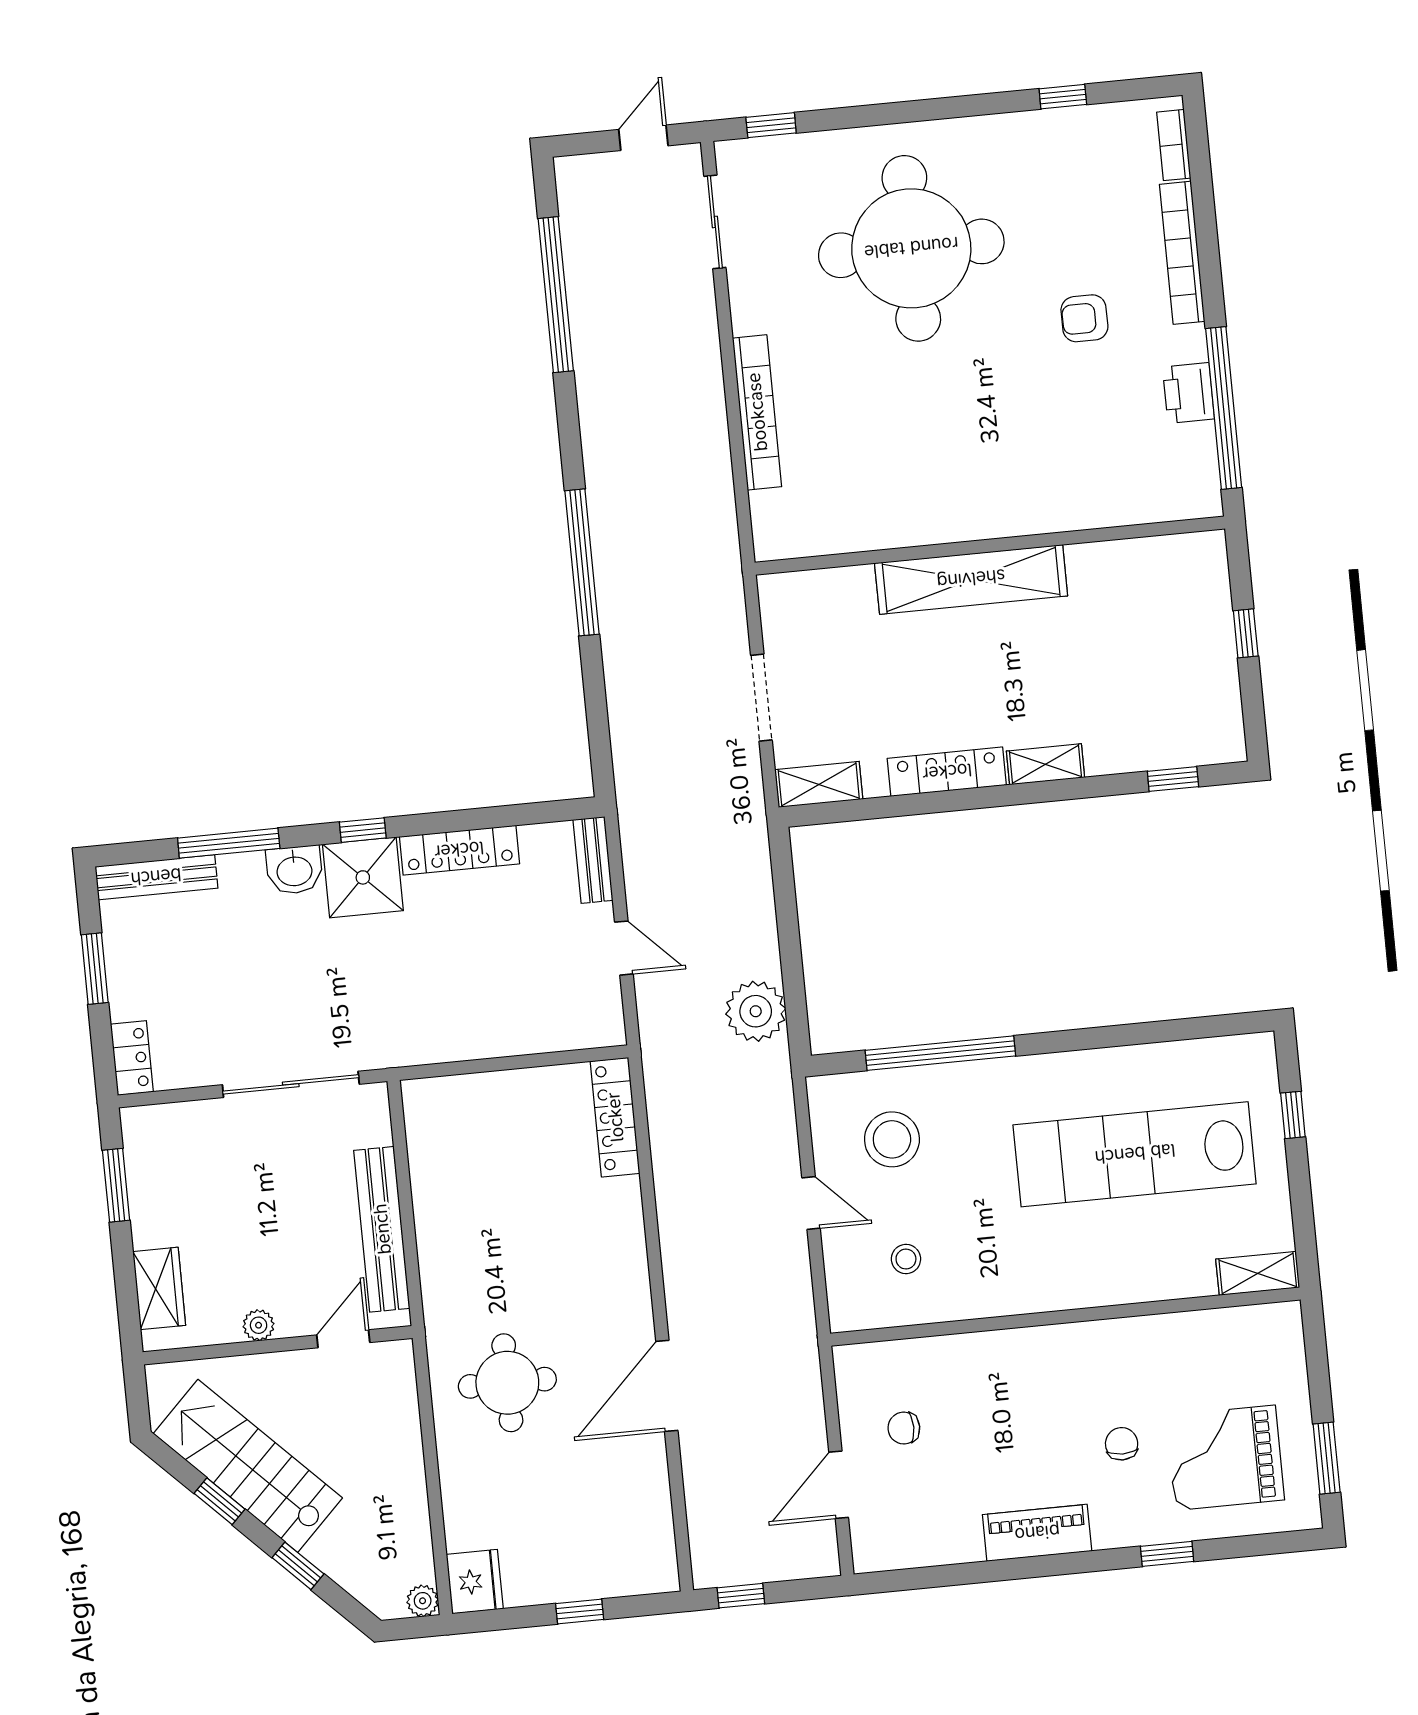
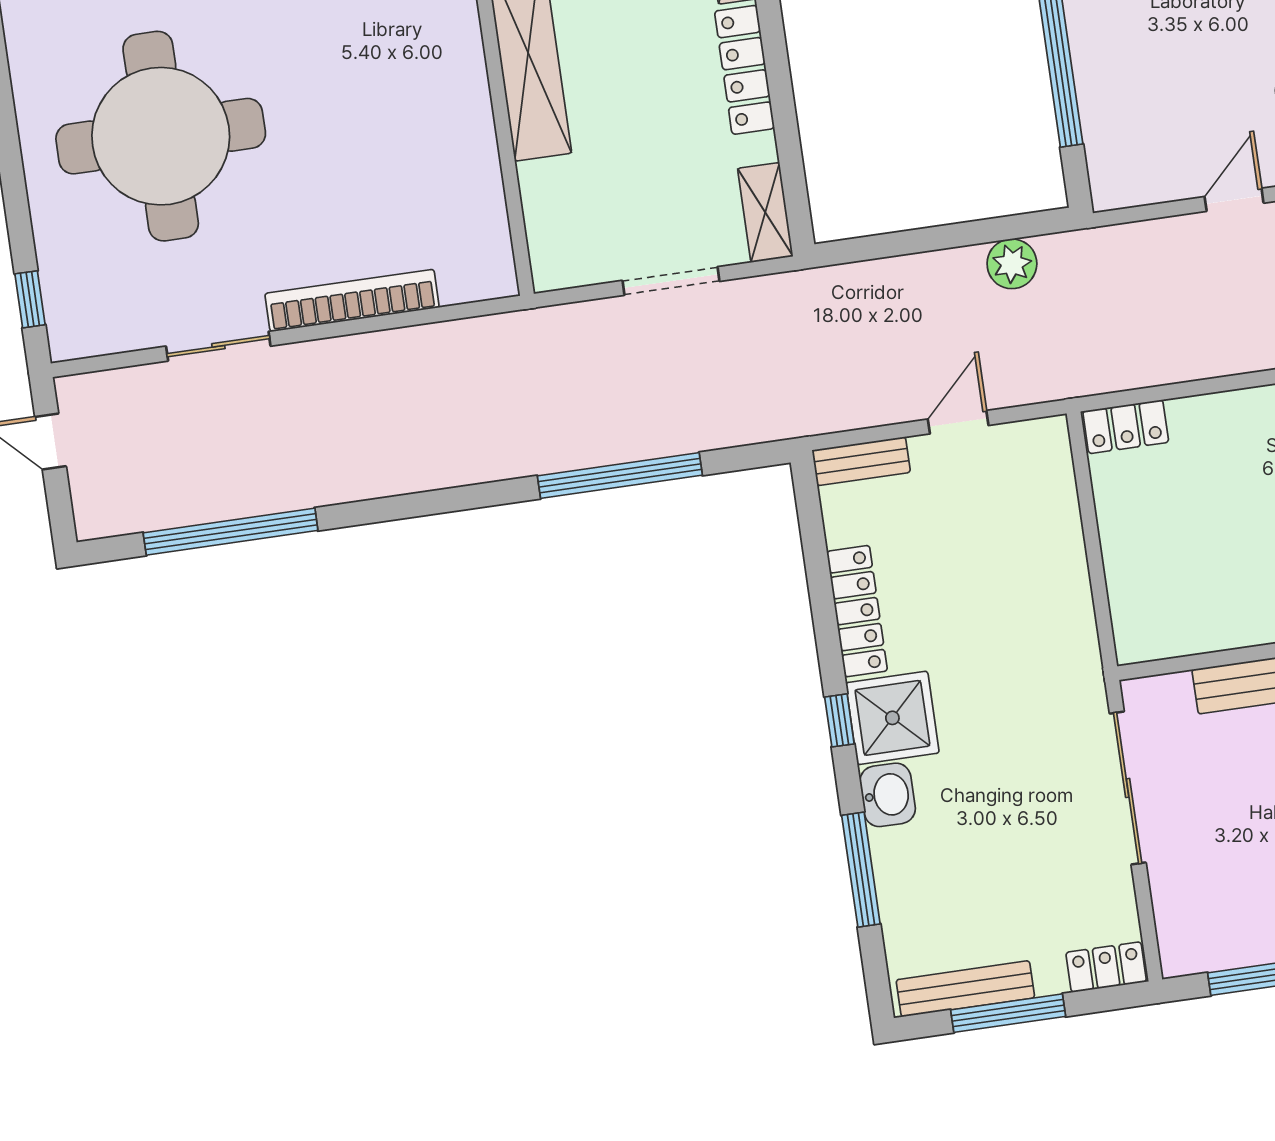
sliding door: (715, 222) -> (218, 346), moved
window: (582, 562) -> (620, 476), moved
bench: (156, 877) -> (965, 989), moved, turned 90
window: (95, 969) -> (1008, 1013), width x1.44
plant: (756, 1011) -> (1012, 264), width x0.73, depth x0.73
locker: (615, 1117) -> (1126, 427), width x0.66
stool: (892, 1139) -> (1159, 113), removed

